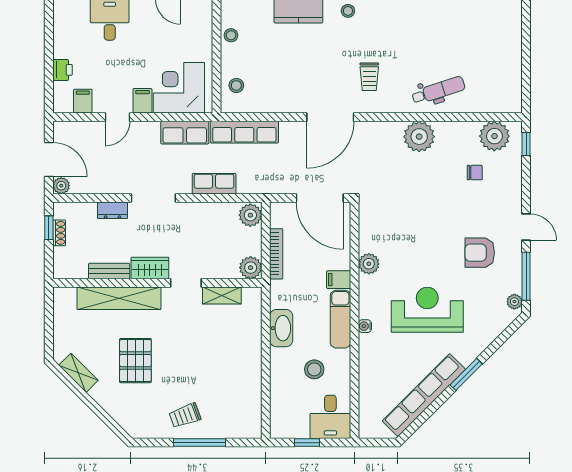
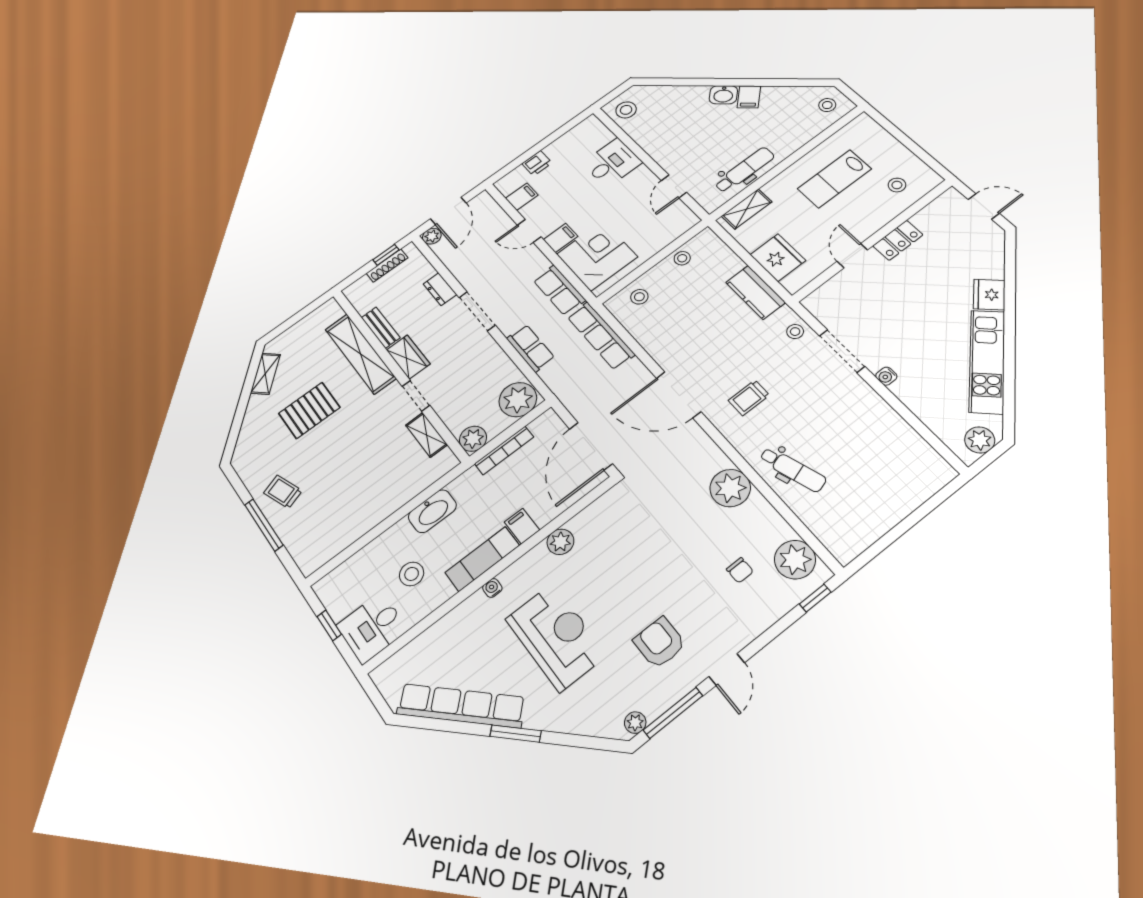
plant: (250, 215) -> (518, 400), width x1.36, depth x1.36
shoe rack: (59, 233) -> (387, 265), width x1.43

